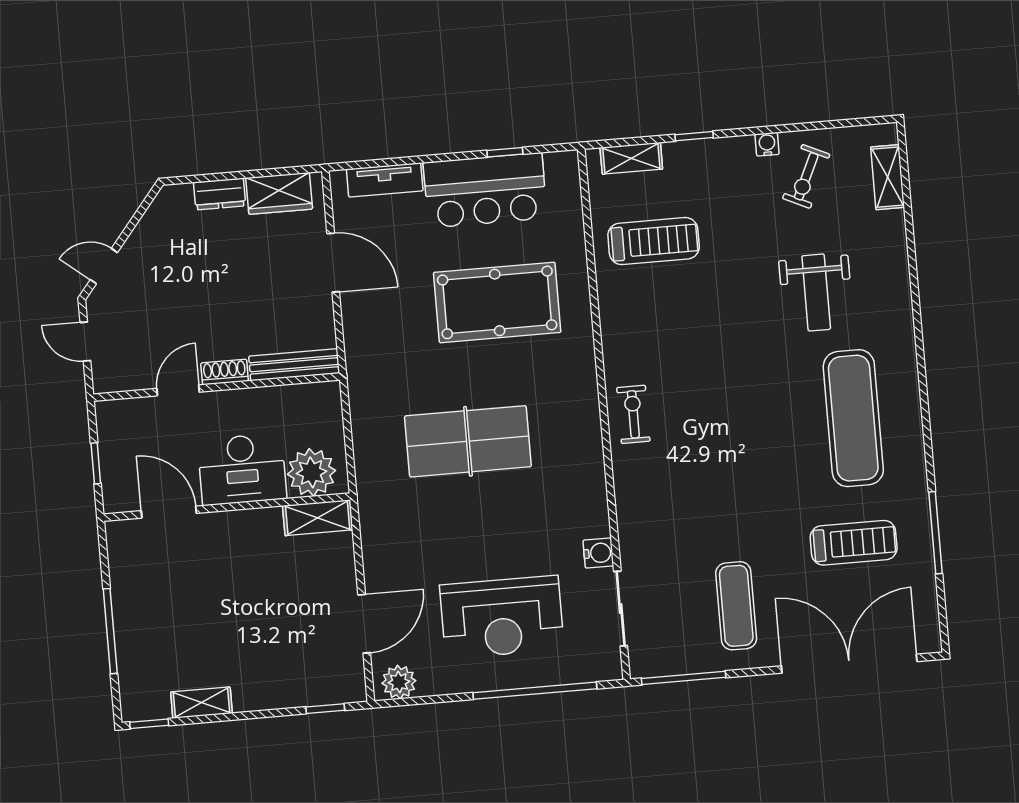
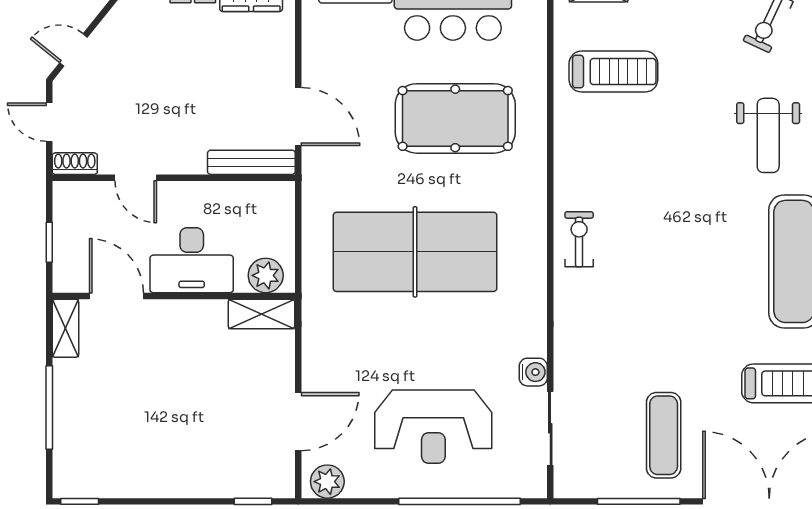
door: (333, 263) -> (298, 117), moved
shoe rack: (225, 372) -> (75, 164), moved
door: (178, 390) -> (136, 178), swing flipped
table tennis table: (468, 441) -> (415, 252), width x1.36, depth x1.32
plant: (311, 472) -> (266, 275), width x0.73, depth x0.73
window: (684, 678) -> (639, 501), moved
shelving: (202, 703) -> (65, 328), moved, turned 90

